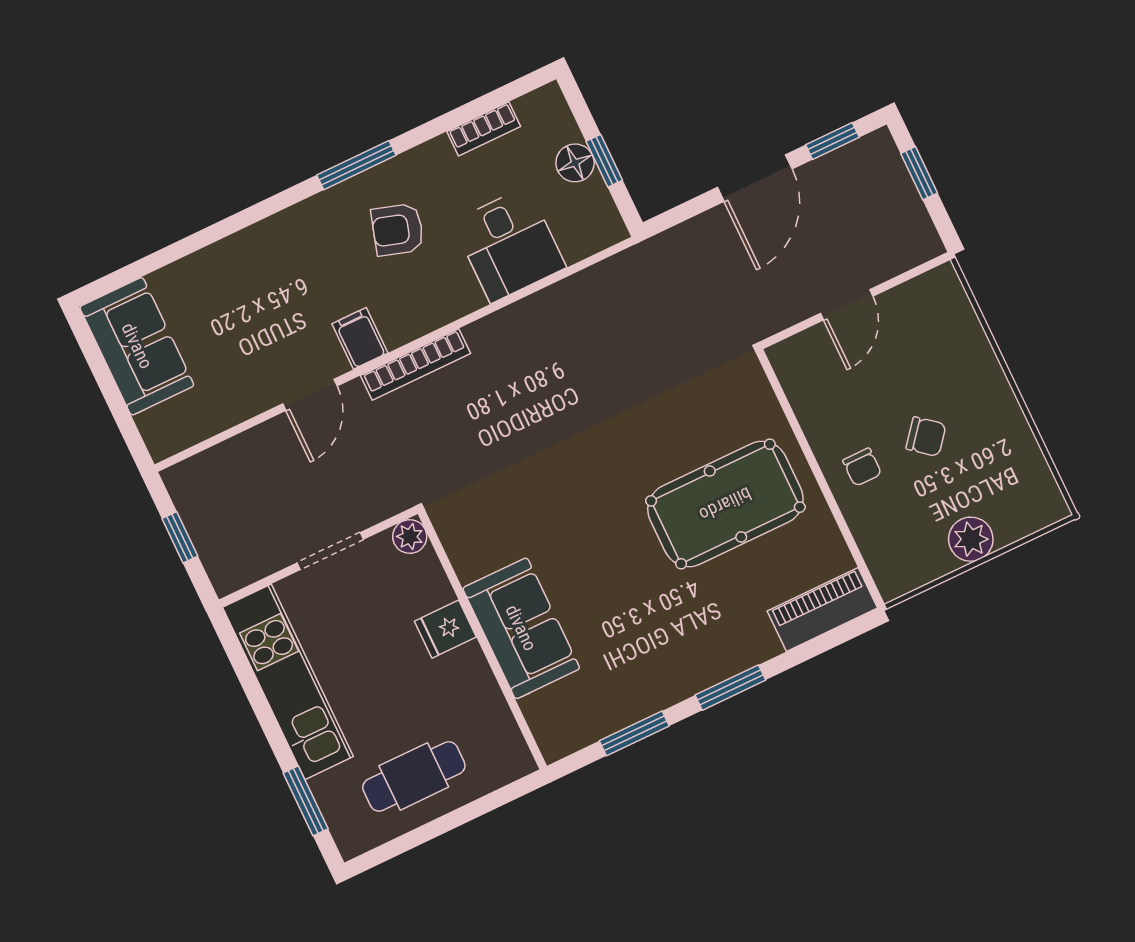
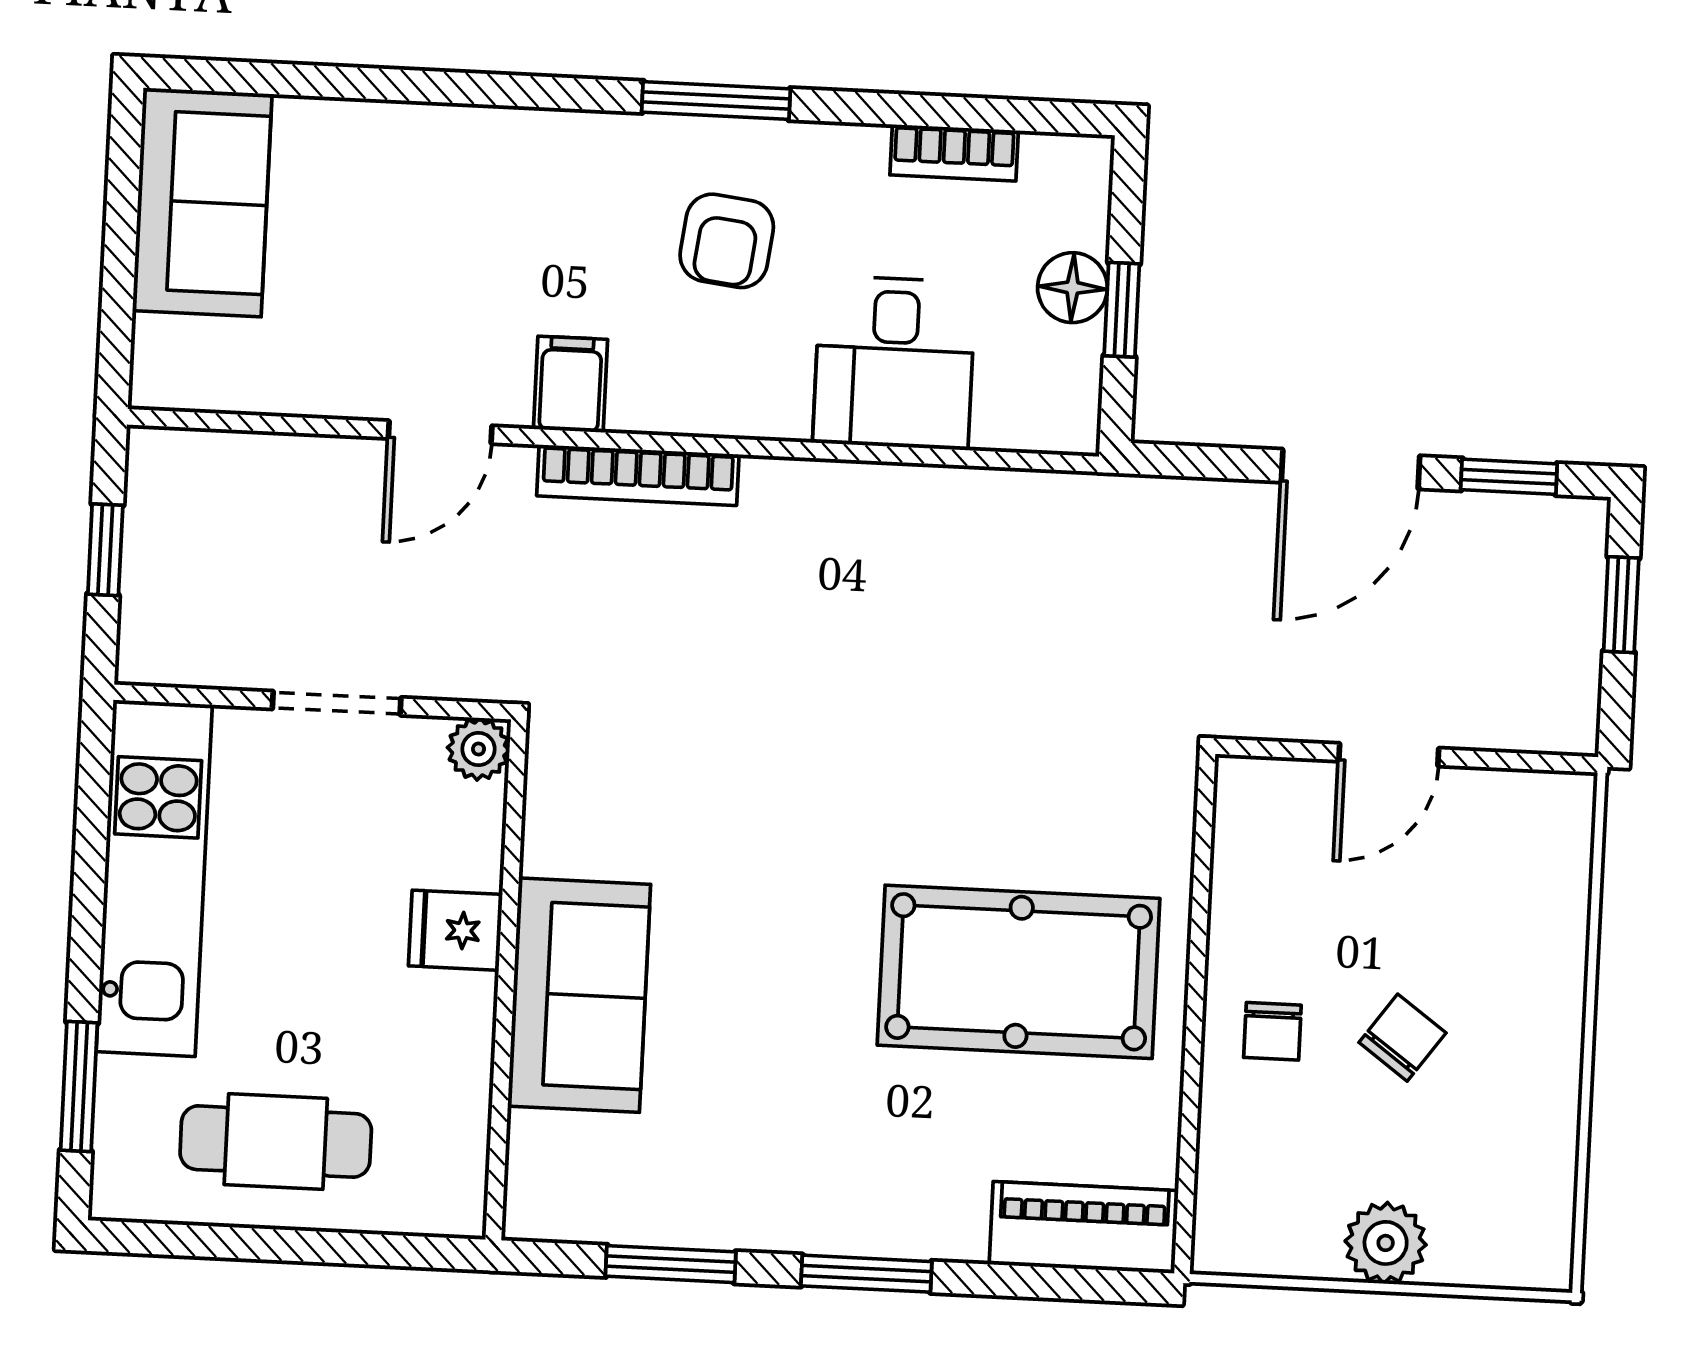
armchair: (398, 230) -> (727, 241), turned -100
chair: (926, 437) -> (1402, 1038), turned -93

